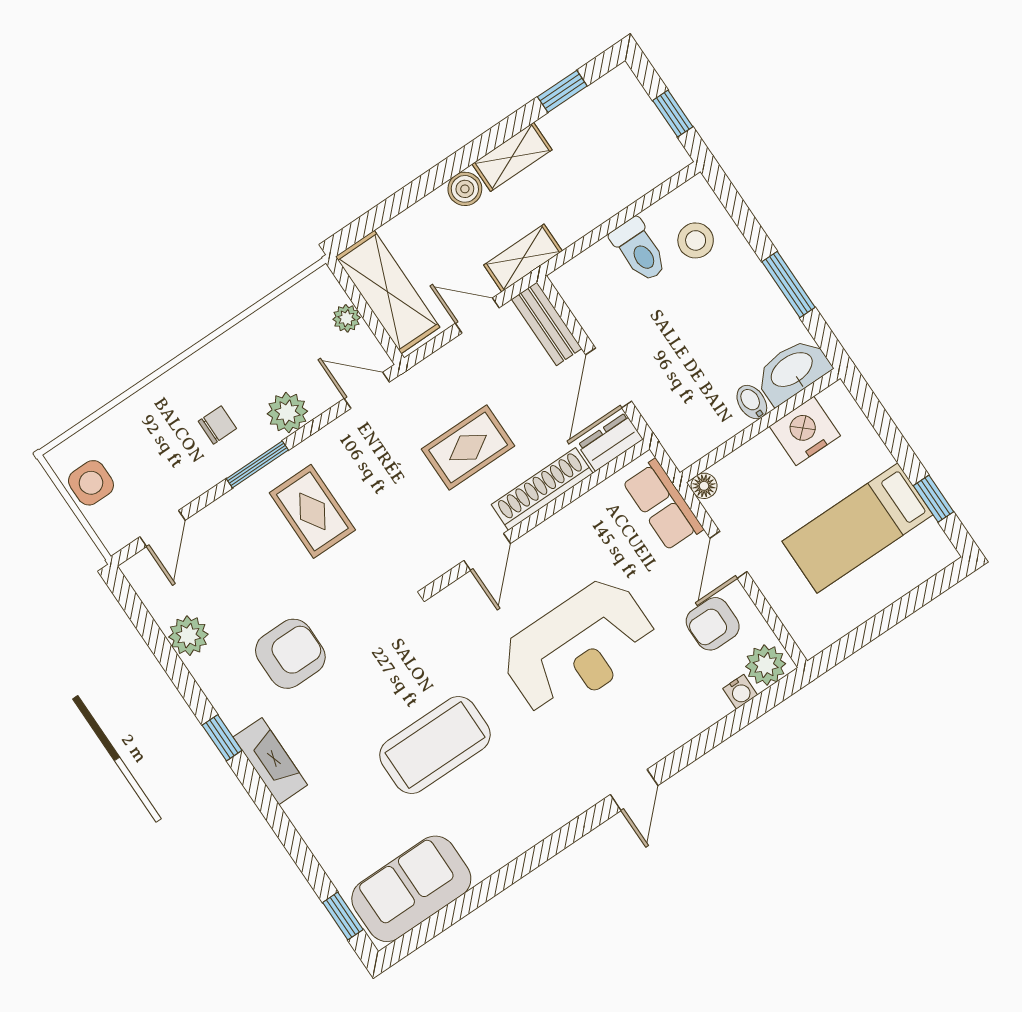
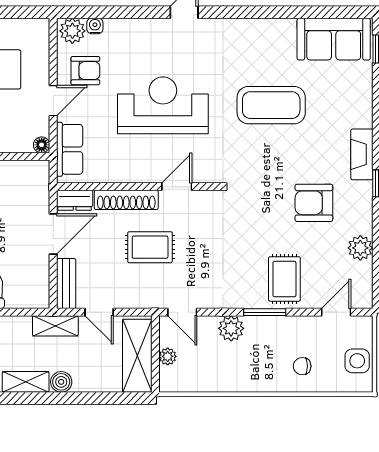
chair: (217, 425) -> (302, 366), moved
rug: (312, 511) -> (284, 279), moved

